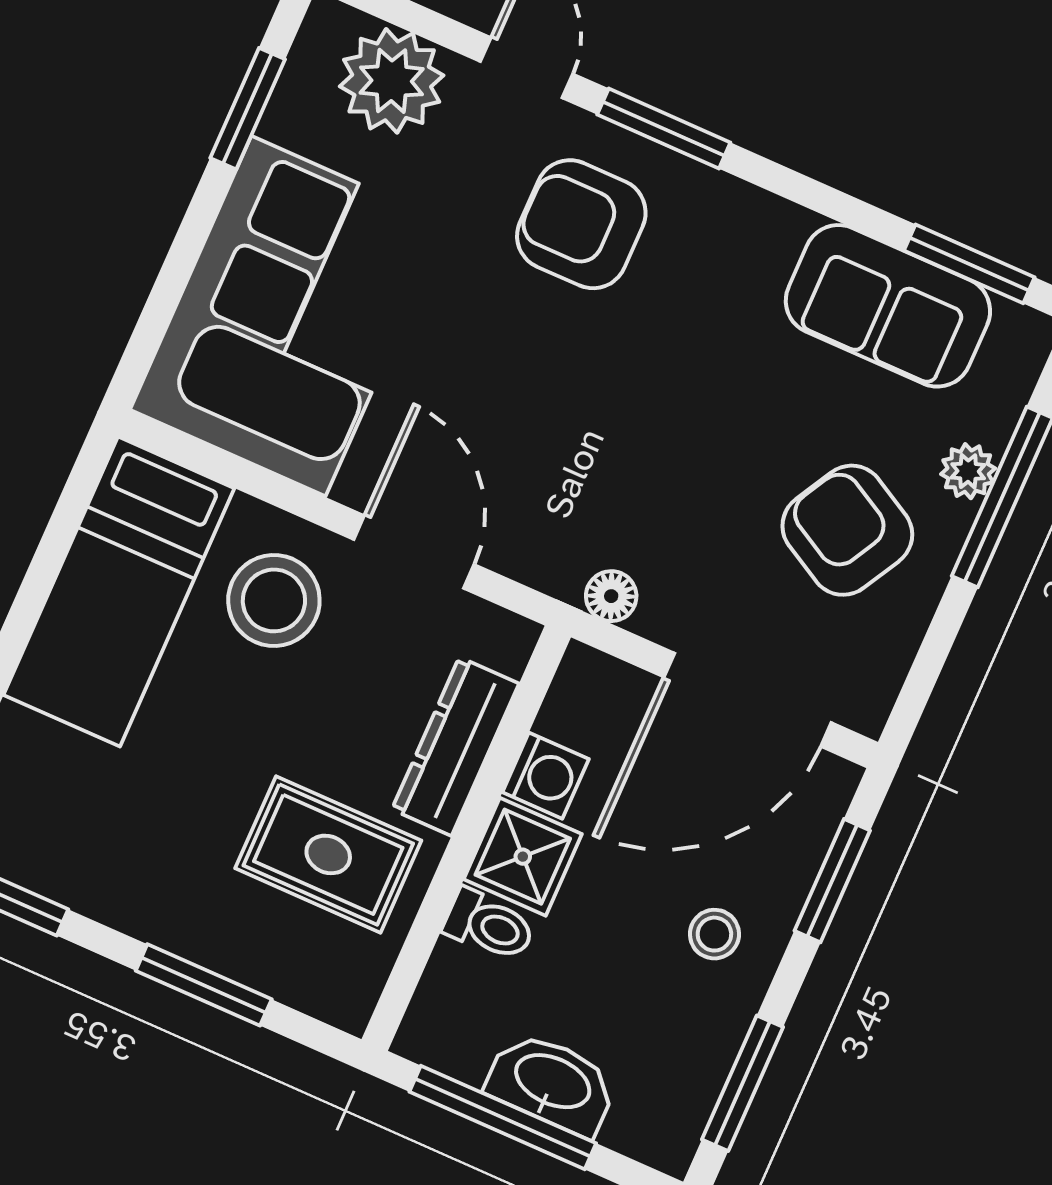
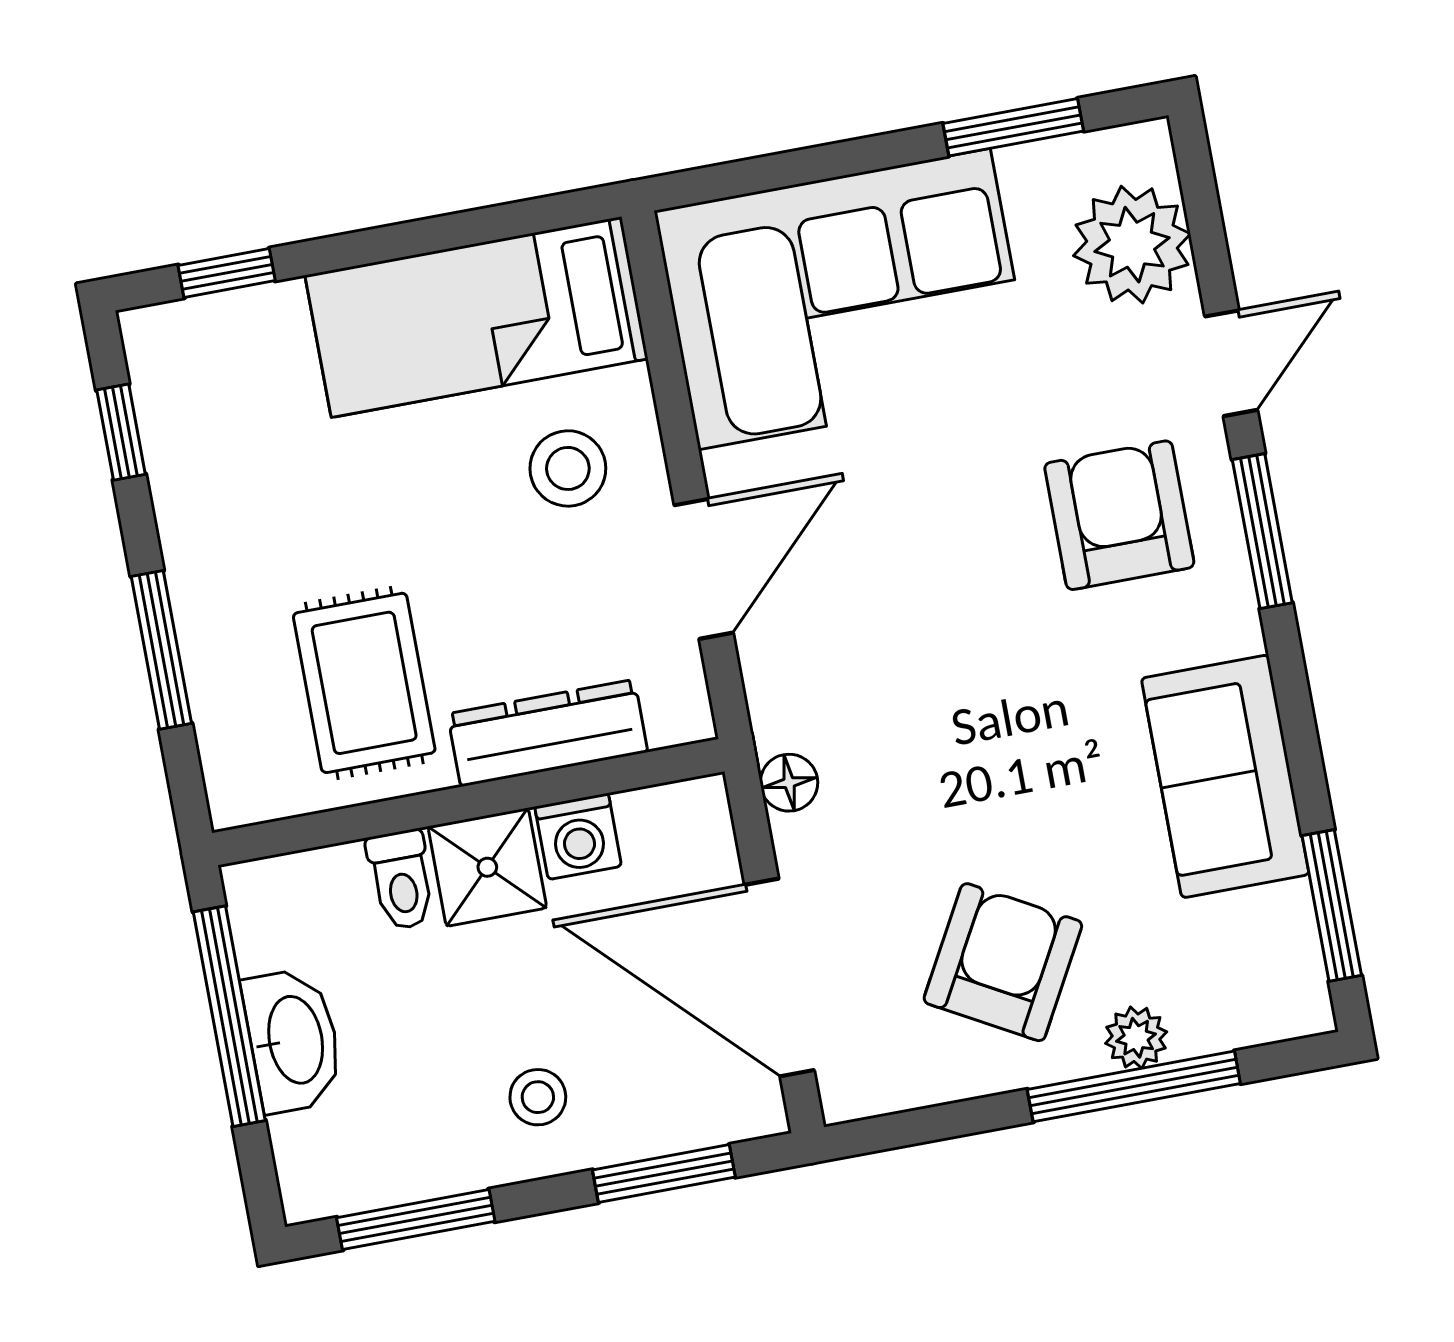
sofa: (888, 306) -> (1225, 776), moved
stool: (274, 600) -> (568, 468), width x0.73, depth x0.73

